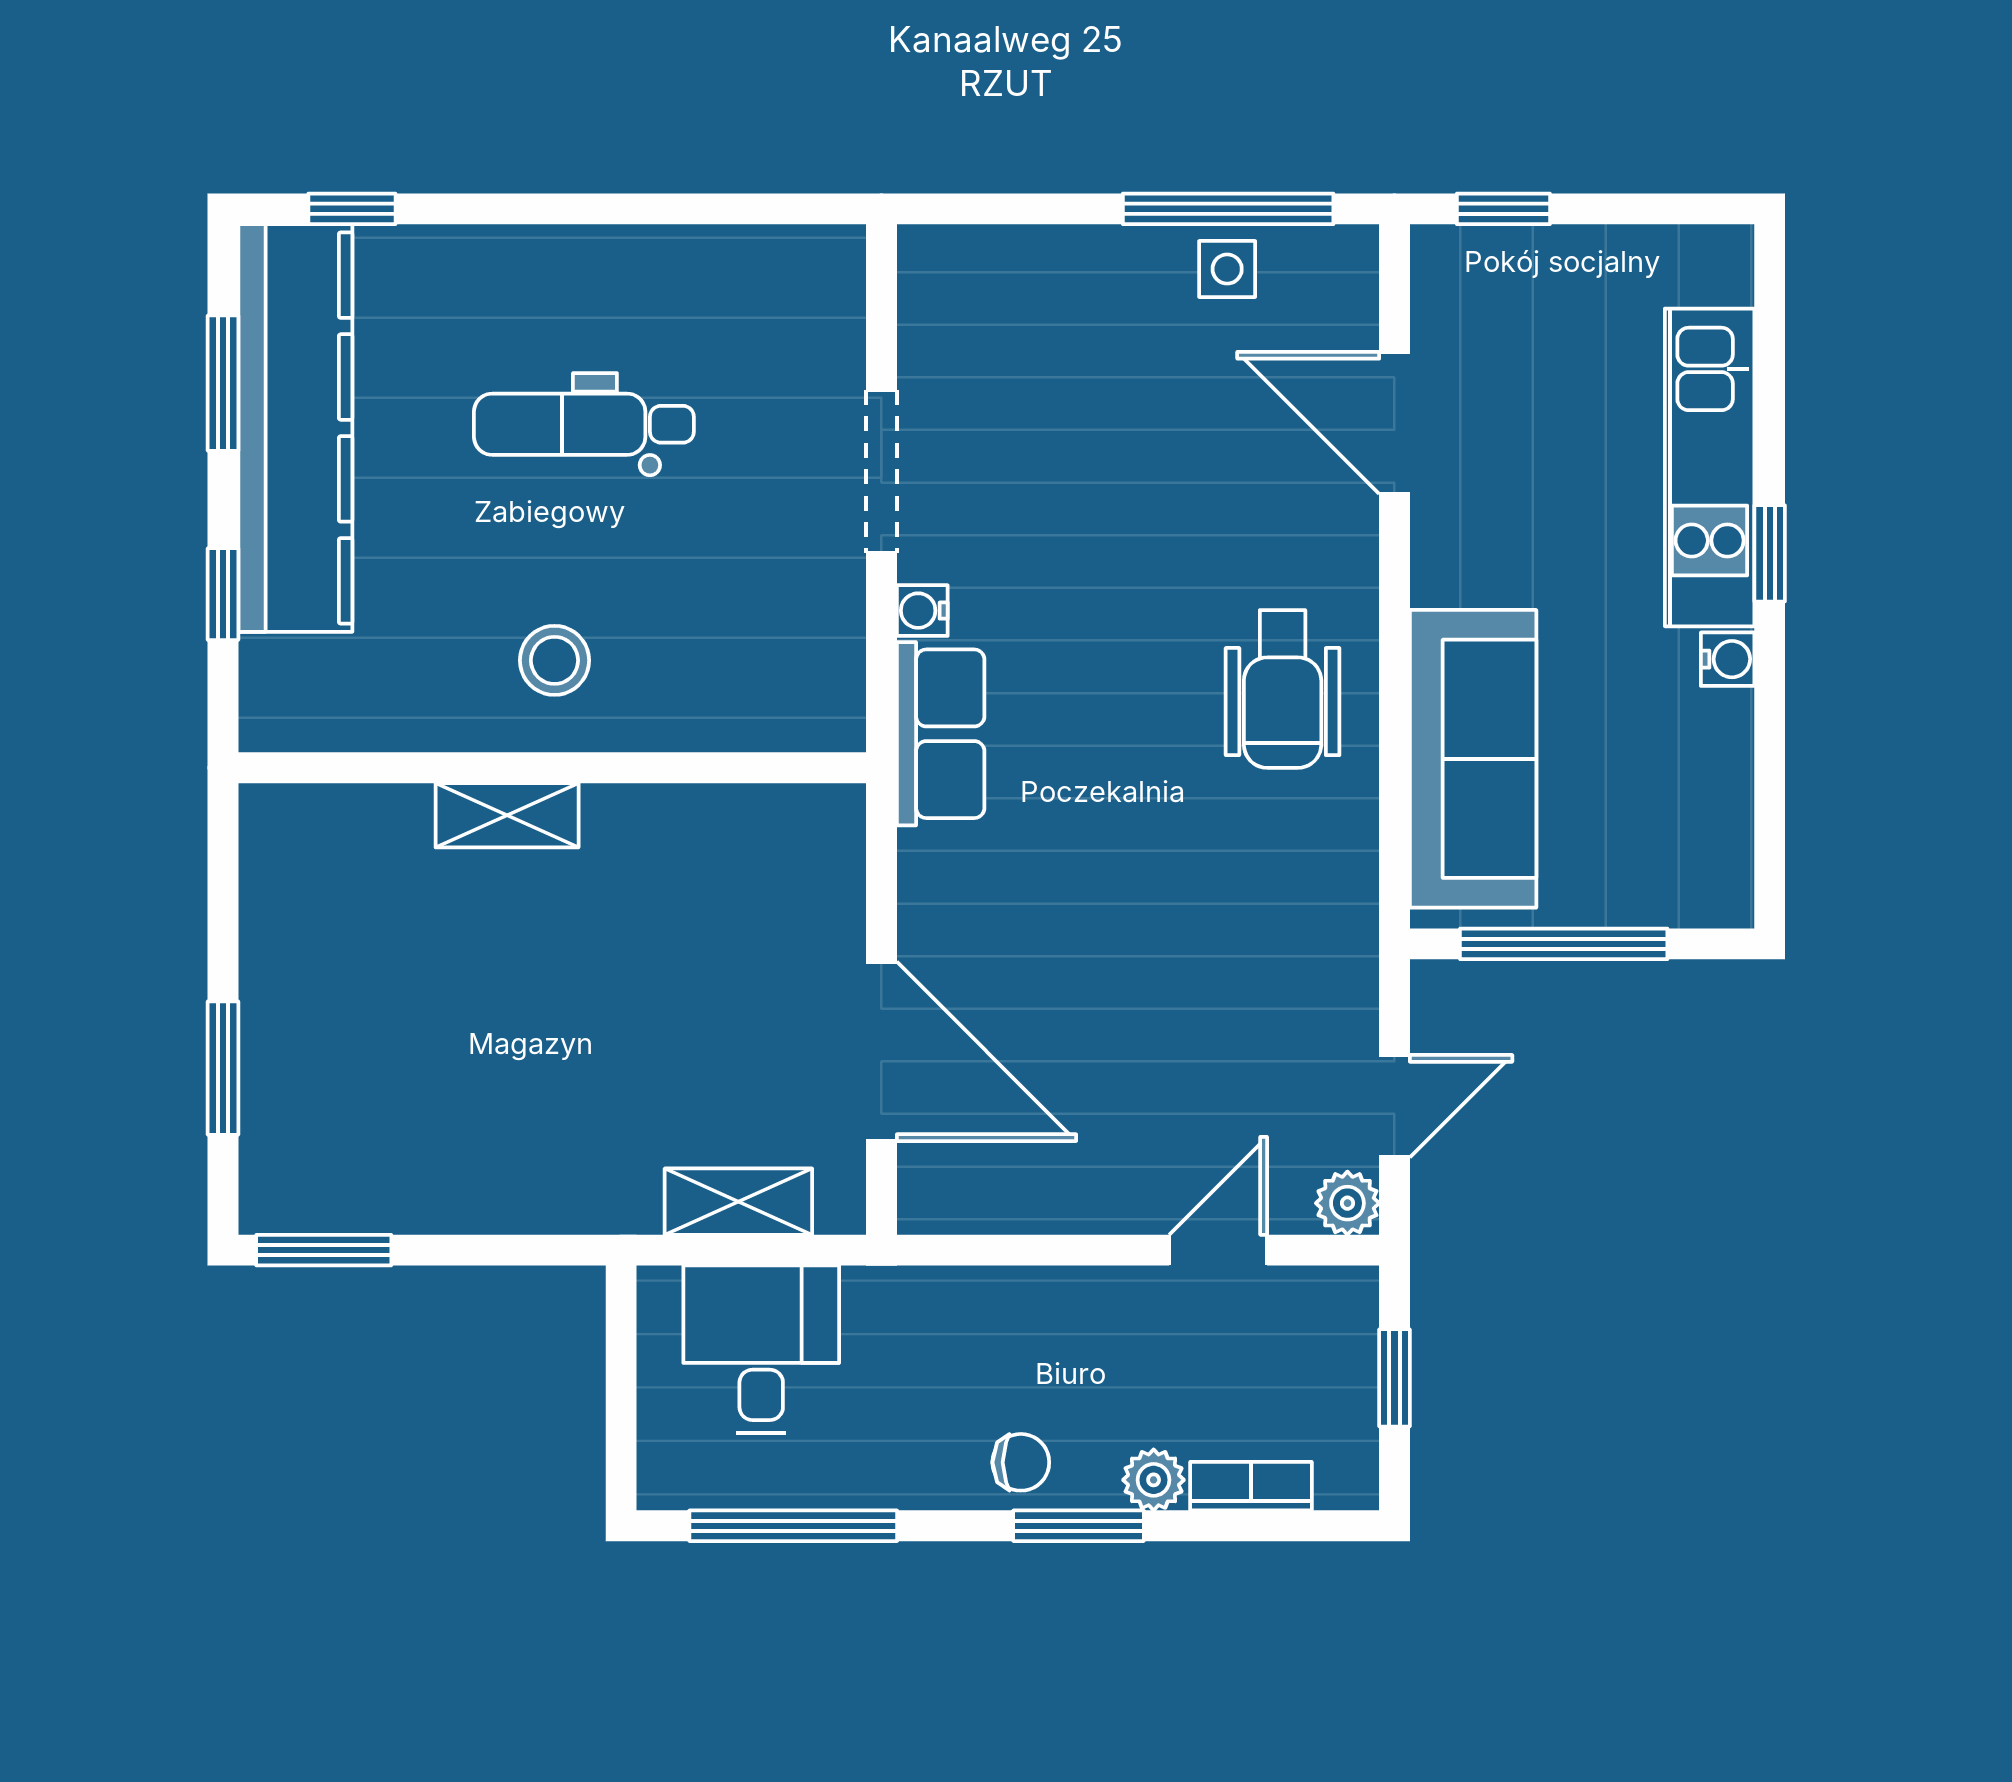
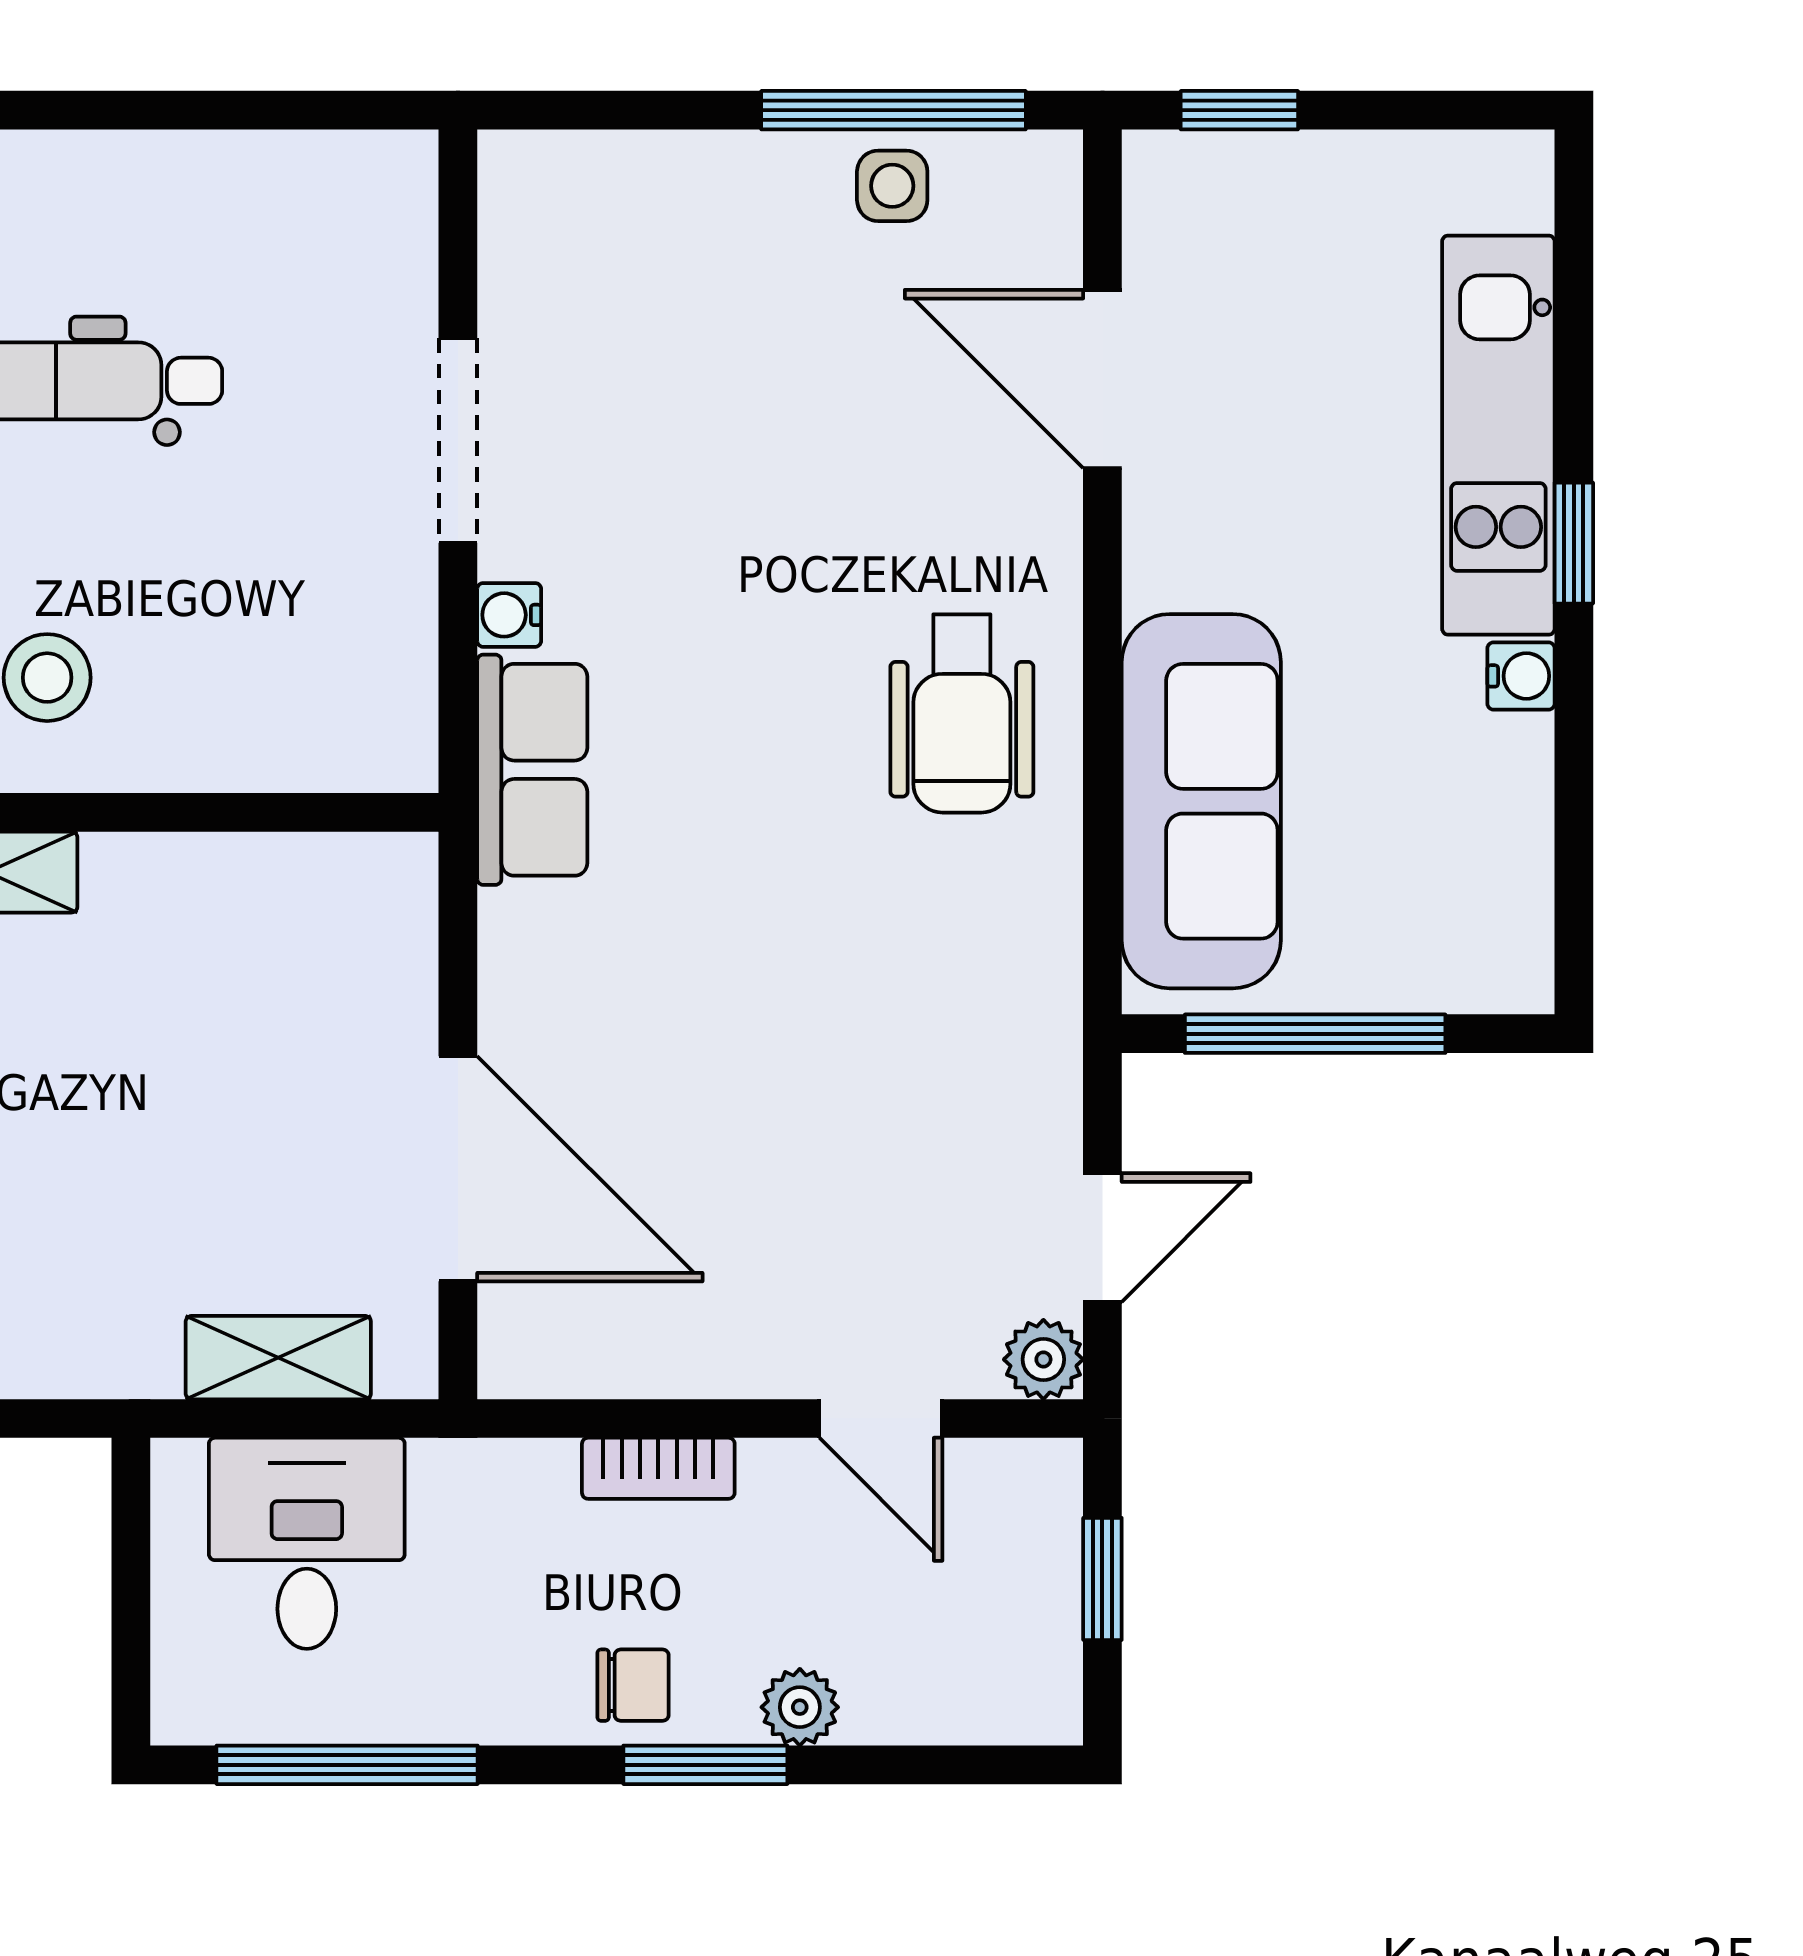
door: (1218, 1250) -> (881, 1418), swing flipped
bookcase: (1251, 1486) -> (658, 1468), moved, turned 180

